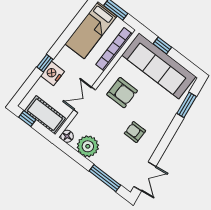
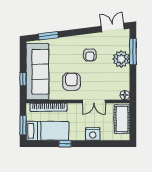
window: (45, 63) -> (65, 144), moved
window: (27, 119) -> (133, 128), removed
plant: (88, 146) -> (121, 59), moved

